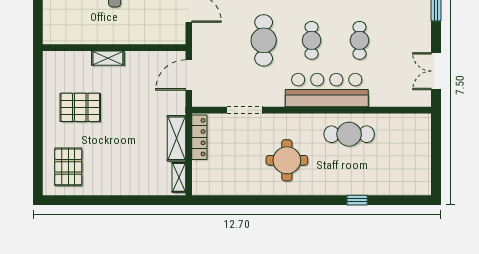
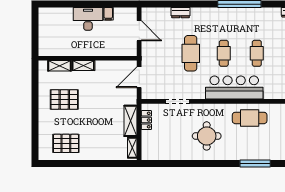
shelving: (73, 58) -> (59, 66), added
locker: (199, 137) -> (146, 120), width x0.66
pallet: (68, 167) -> (66, 143), moved, turned 90
window: (357, 200) -> (255, 163), width x2.17

